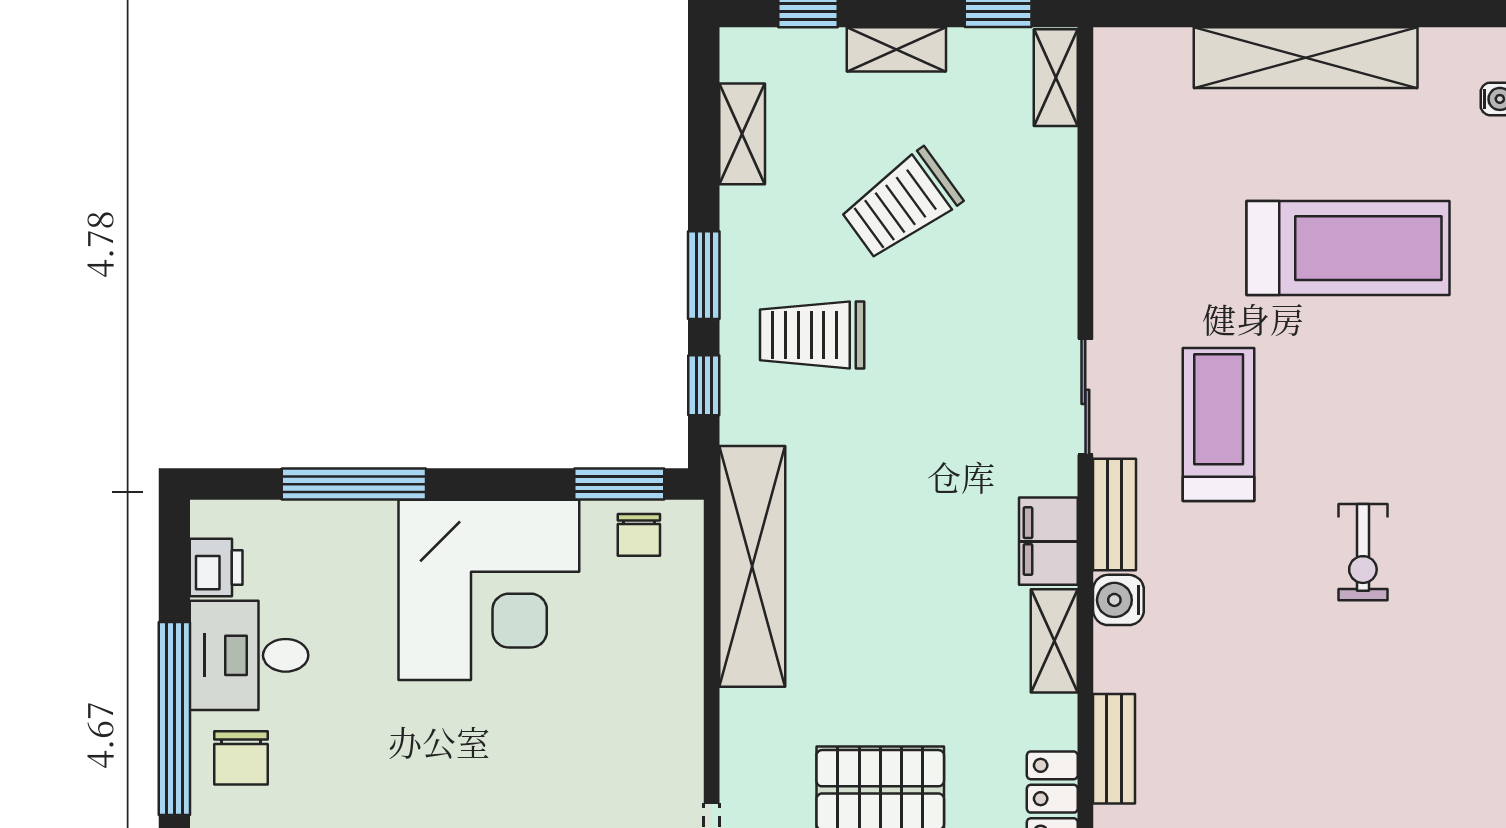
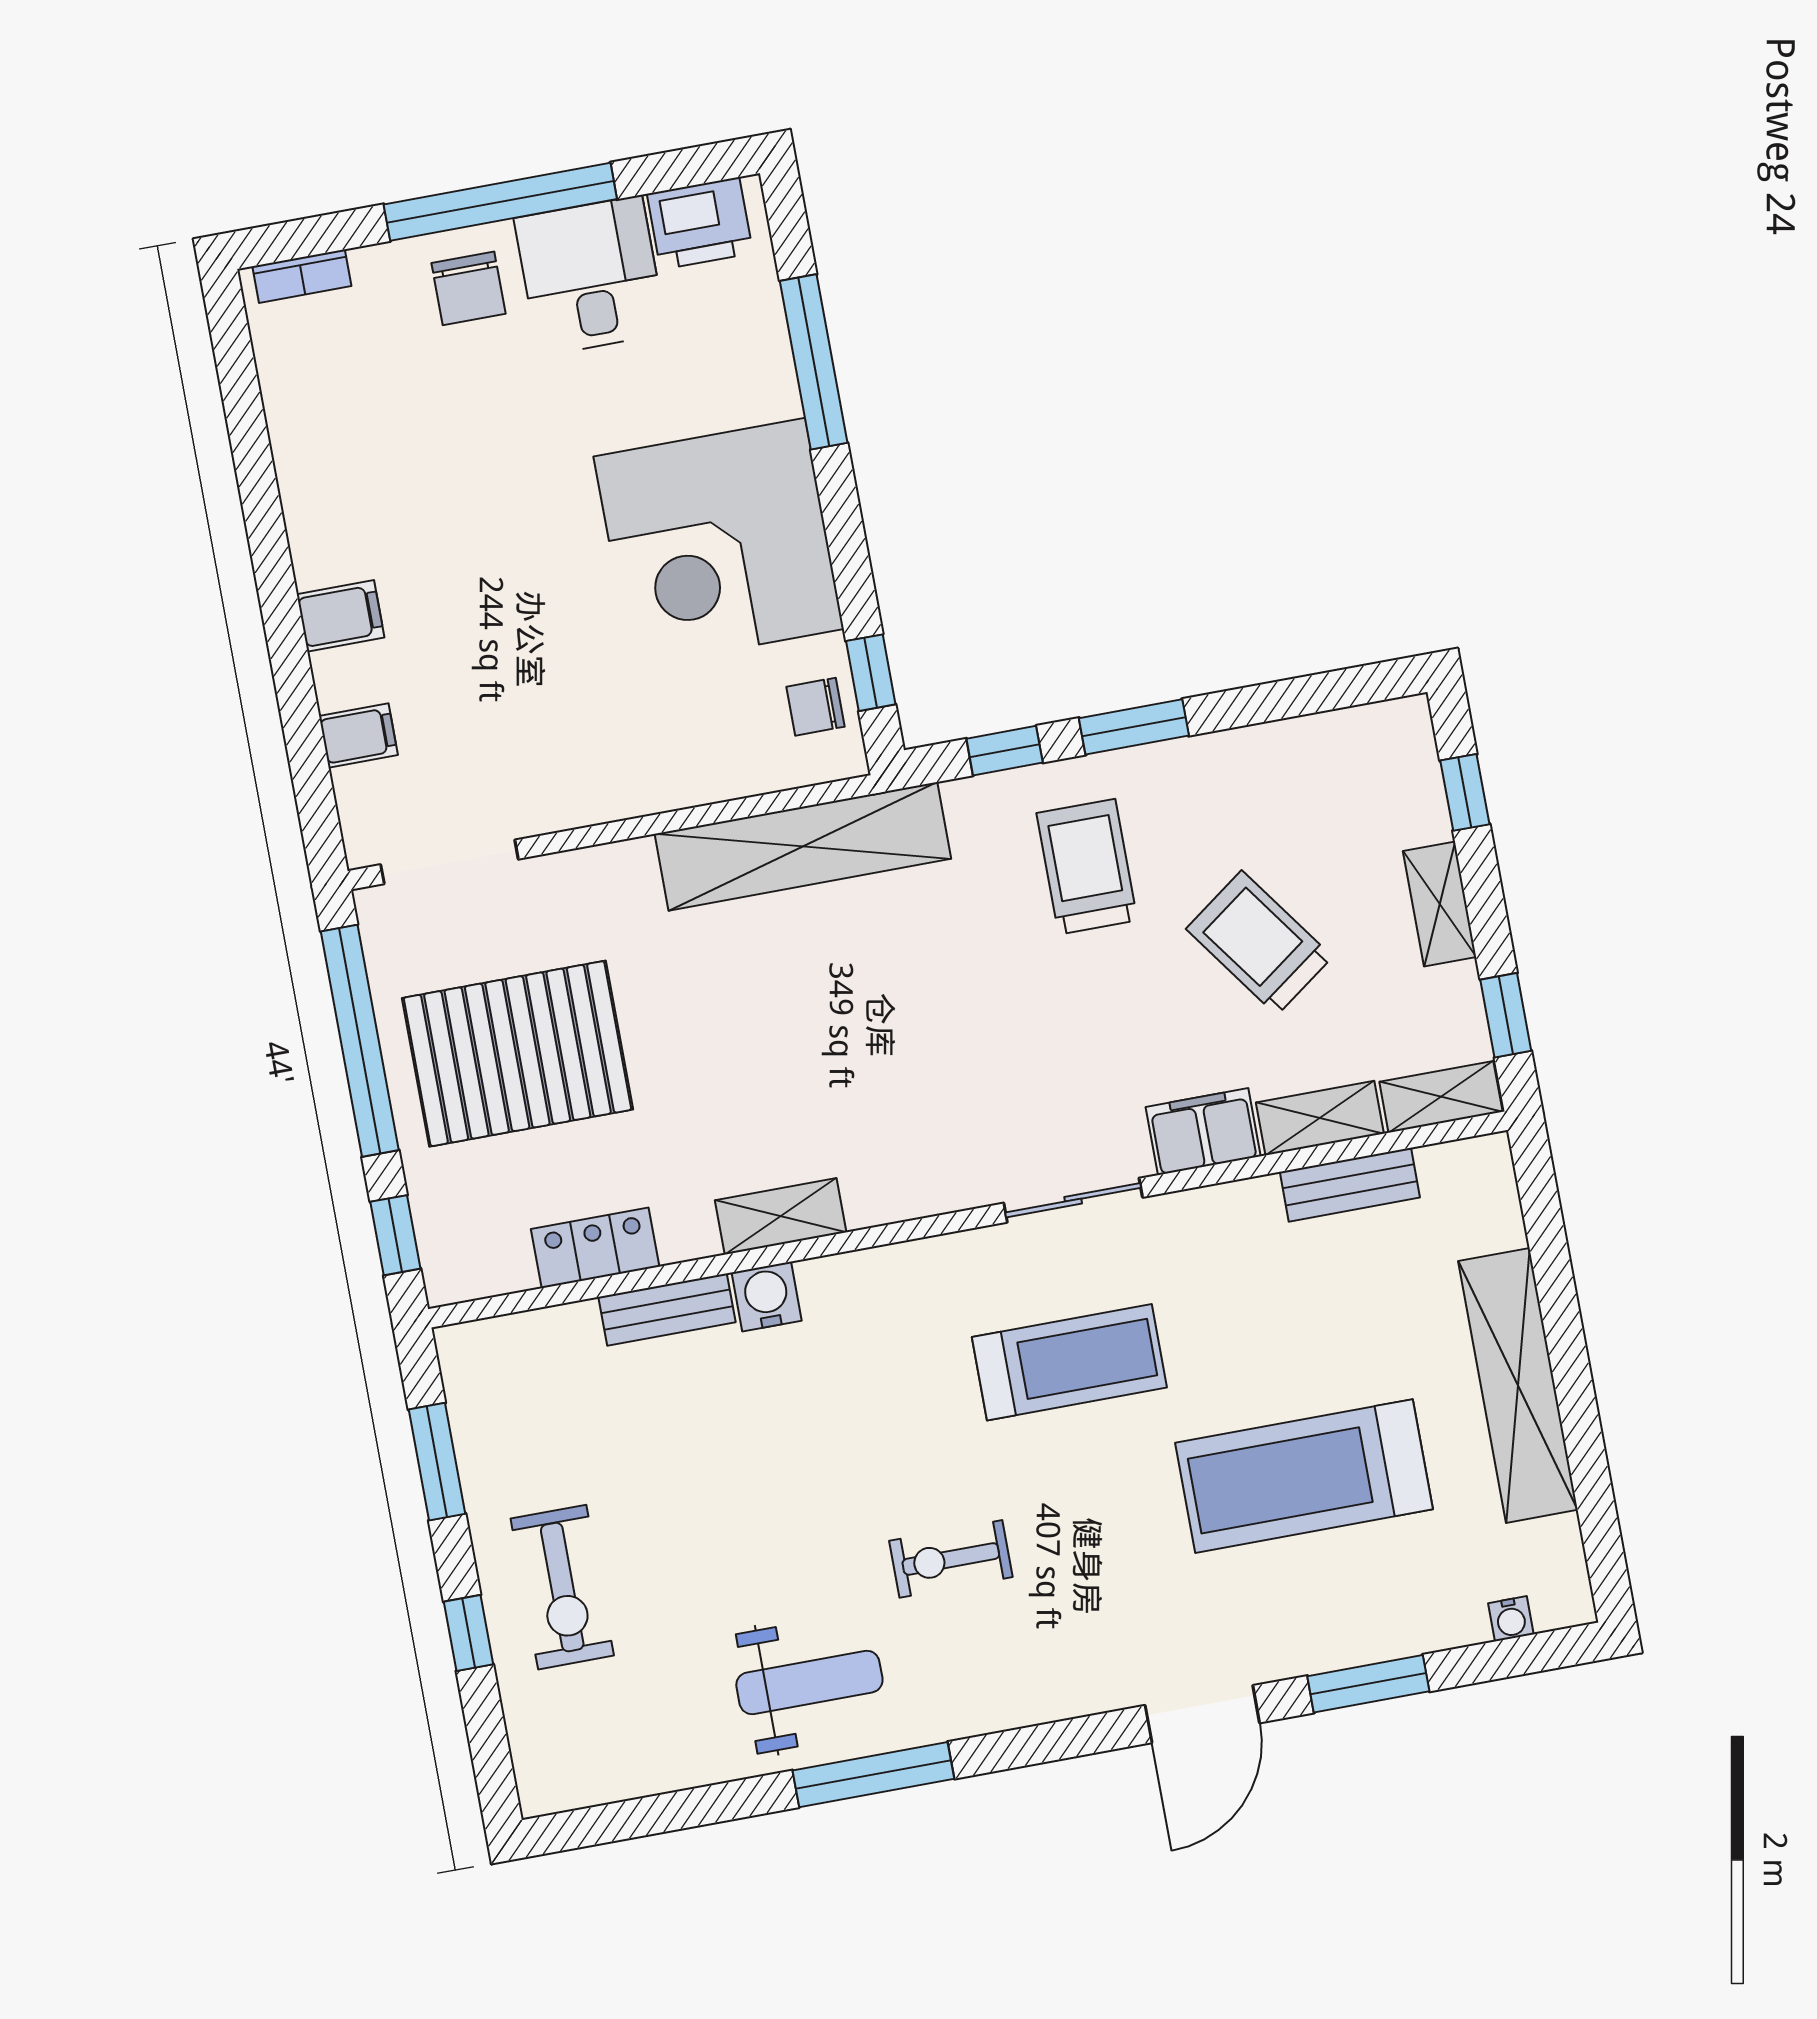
shelving: (742, 134) -> (1320, 1118), moved
treadmill: (1348, 248) -> (1304, 1476), turned 90
window: (619, 484) -> (871, 673), width x0.67
bench: (1114, 515) -> (1350, 1185), moved
filing cabinet: (1048, 541) -> (1203, 1132), moved
printer: (216, 567) -> (700, 223), width x1.36, depth x1.24
water cooler: (1118, 600) -> (767, 1297), moved
weight bench: (1444, 688) -> (809, 1682), added
chair: (241, 758) -> (469, 288), turned -90

